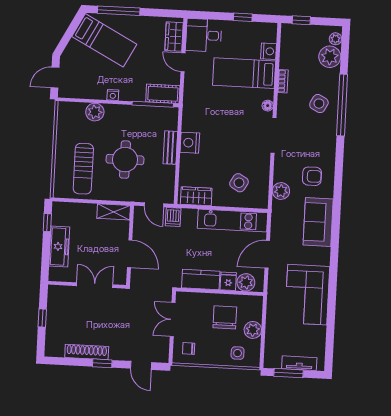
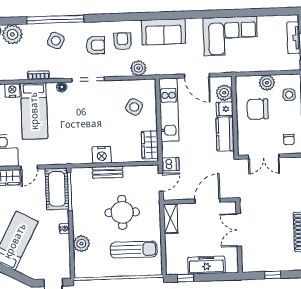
cot: (163, 94) -> (57, 189), width x1.37, depth x1.34
armchair: (310, 146) -> (96, 45), added

